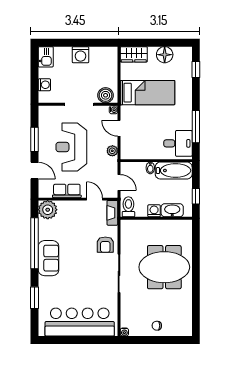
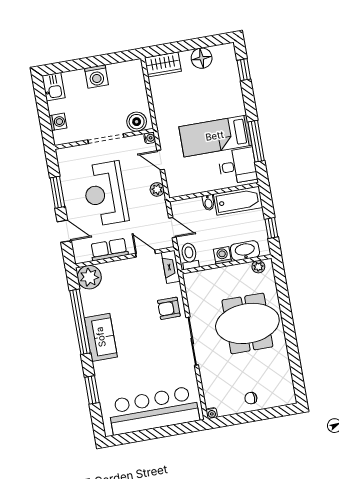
bed: (147, 93) -> (215, 136), moved, turned 180
plant: (180, 225) -> (258, 267), added
armchair: (105, 245) -> (169, 308), turned 90

